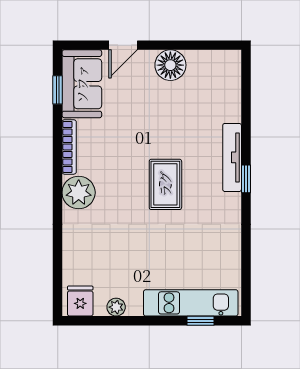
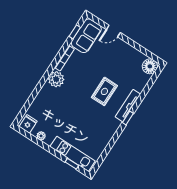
floor lamp: (170, 65) -> (150, 66), moved
rug: (165, 184) -> (104, 91), moved

